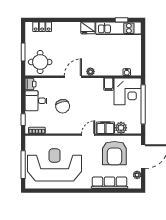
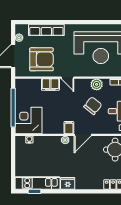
filing cabinet: (109, 84) -> (69, 128), moved
chair: (63, 106) -> (93, 106), turned 52
plant: (121, 128) -> (97, 84), moved
door: (88, 135) -> (67, 78), hinge flipped
armchair: (114, 153) -> (41, 59), turned 90

